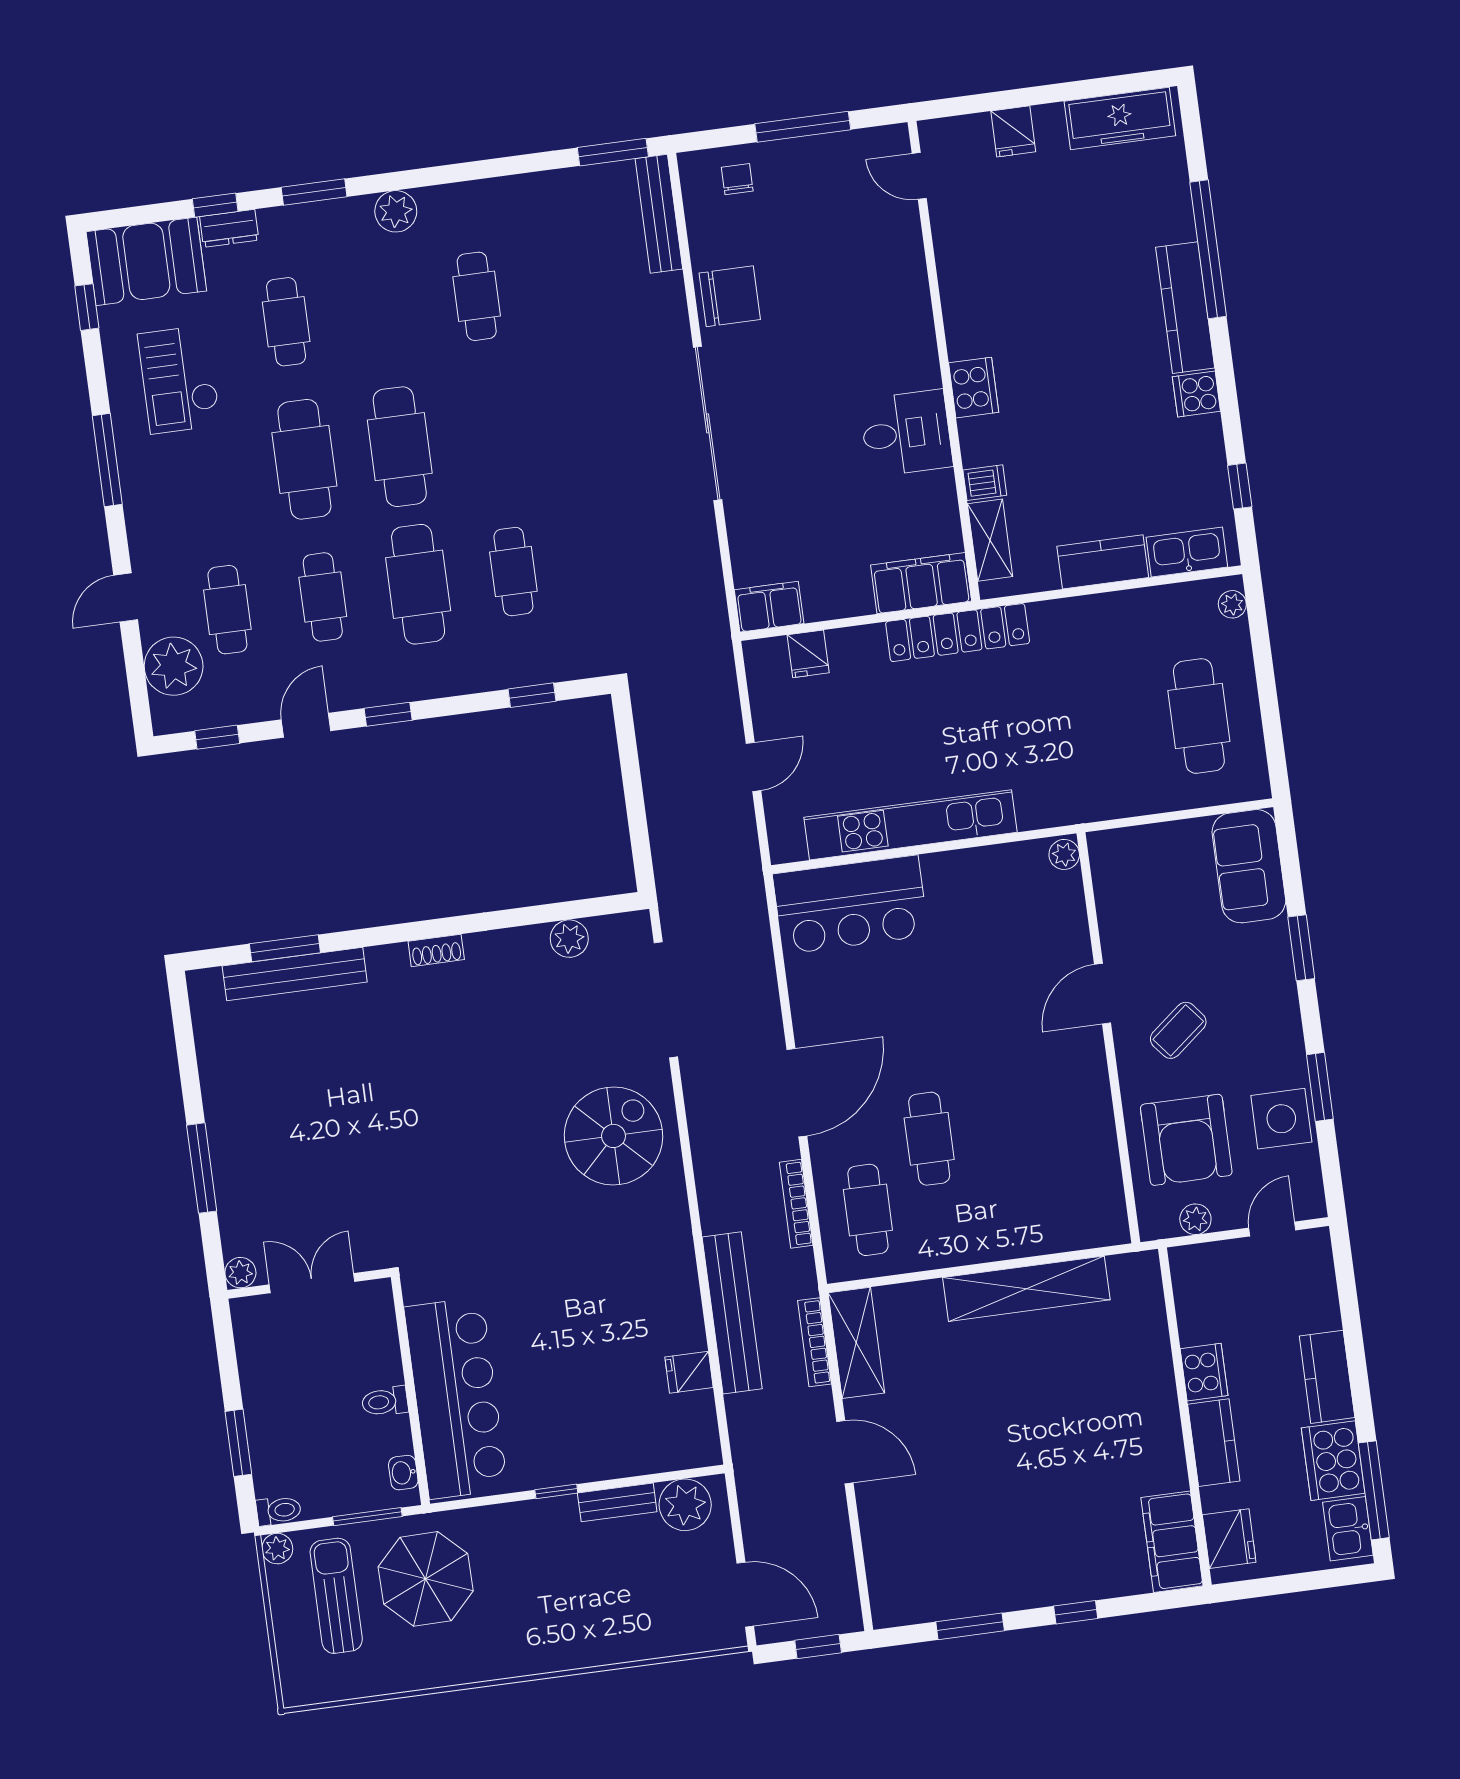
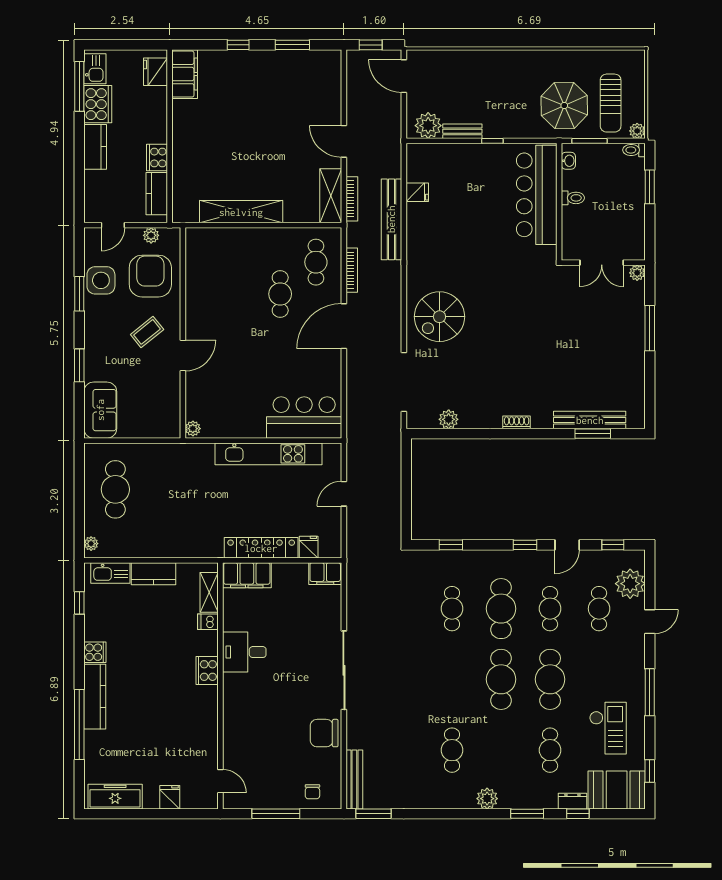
locker: (958, 633) -> (261, 548), moved
kitchen counter: (1214, 1443) -> (157, 194), moved

